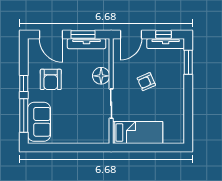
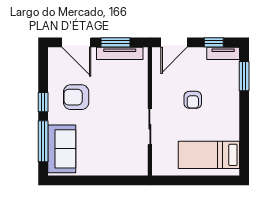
tv unit: (166, 44) -> (223, 53), width x0.71
floor lamp: (101, 76) -> (138, 93), removed
armchair: (51, 79) -> (76, 97), turned 90
armchair: (146, 82) -> (193, 100), turned -66
bed: (138, 133) -> (209, 155), moved, turned 180

